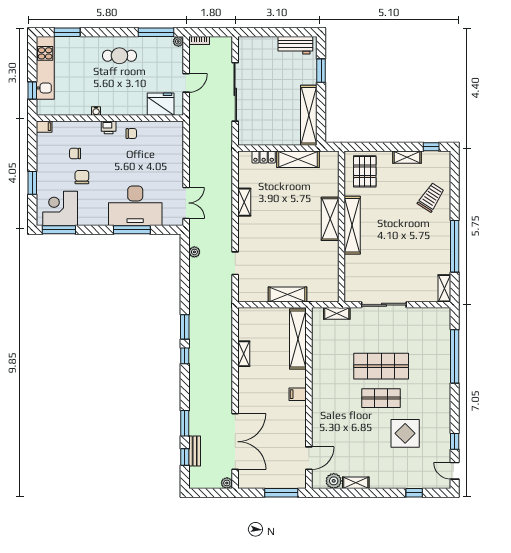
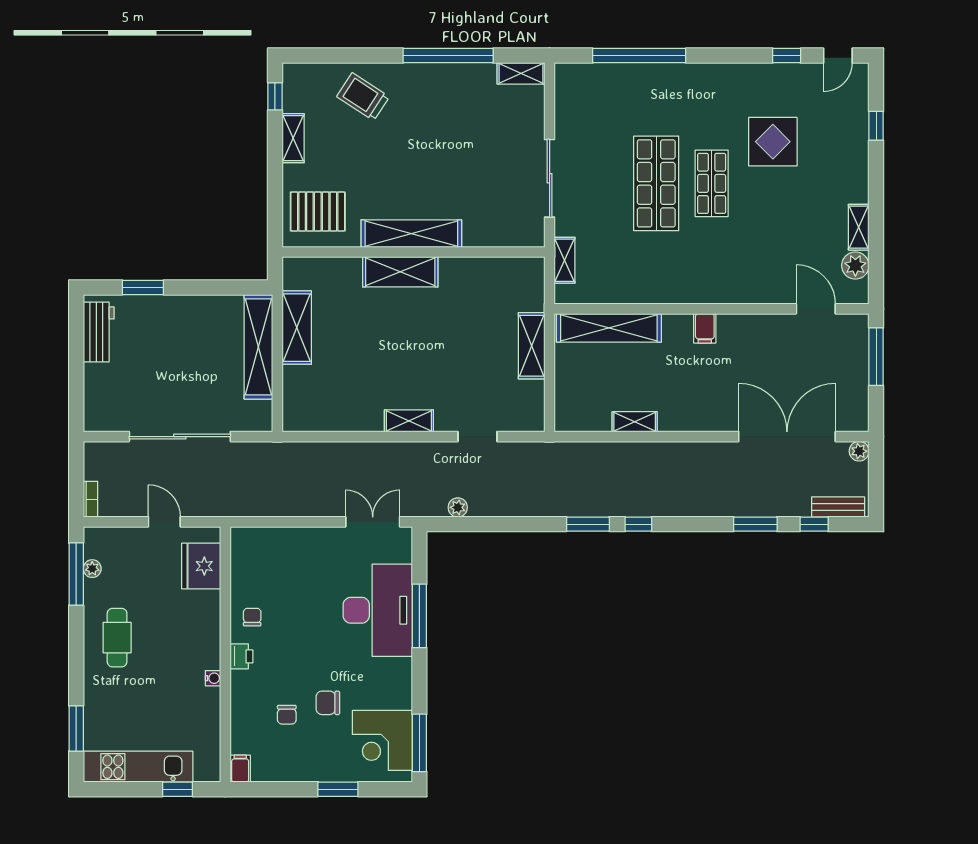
plant: (178, 41) -> (92, 569), moved
shelving: (309, 115) -> (258, 347), moved, turned 90
locker: (264, 157) -> (293, 387), removed
shelving: (244, 202) -> (409, 421), moved
bench: (195, 451) -> (838, 507), moved

